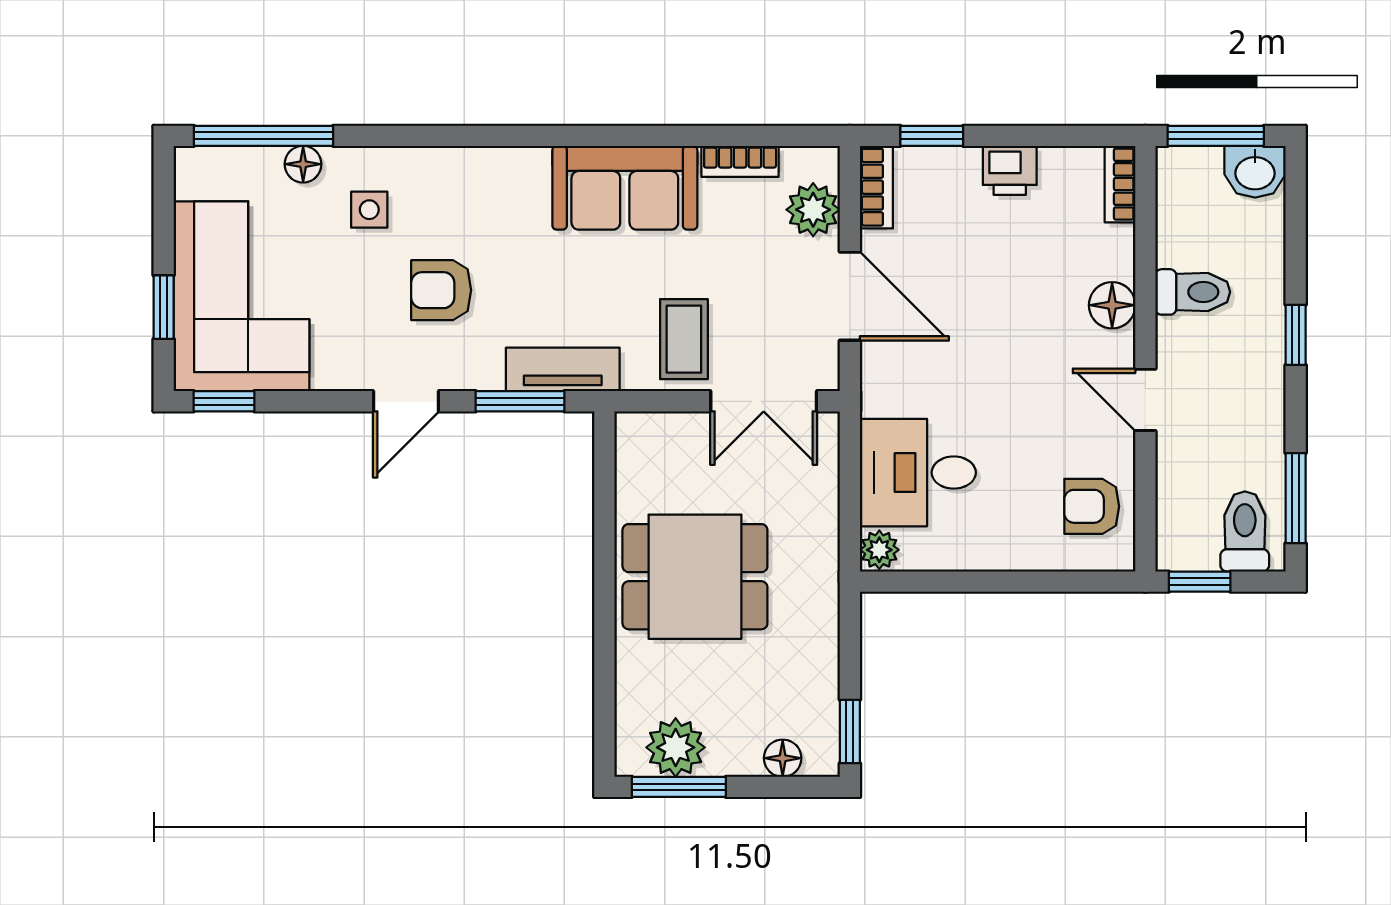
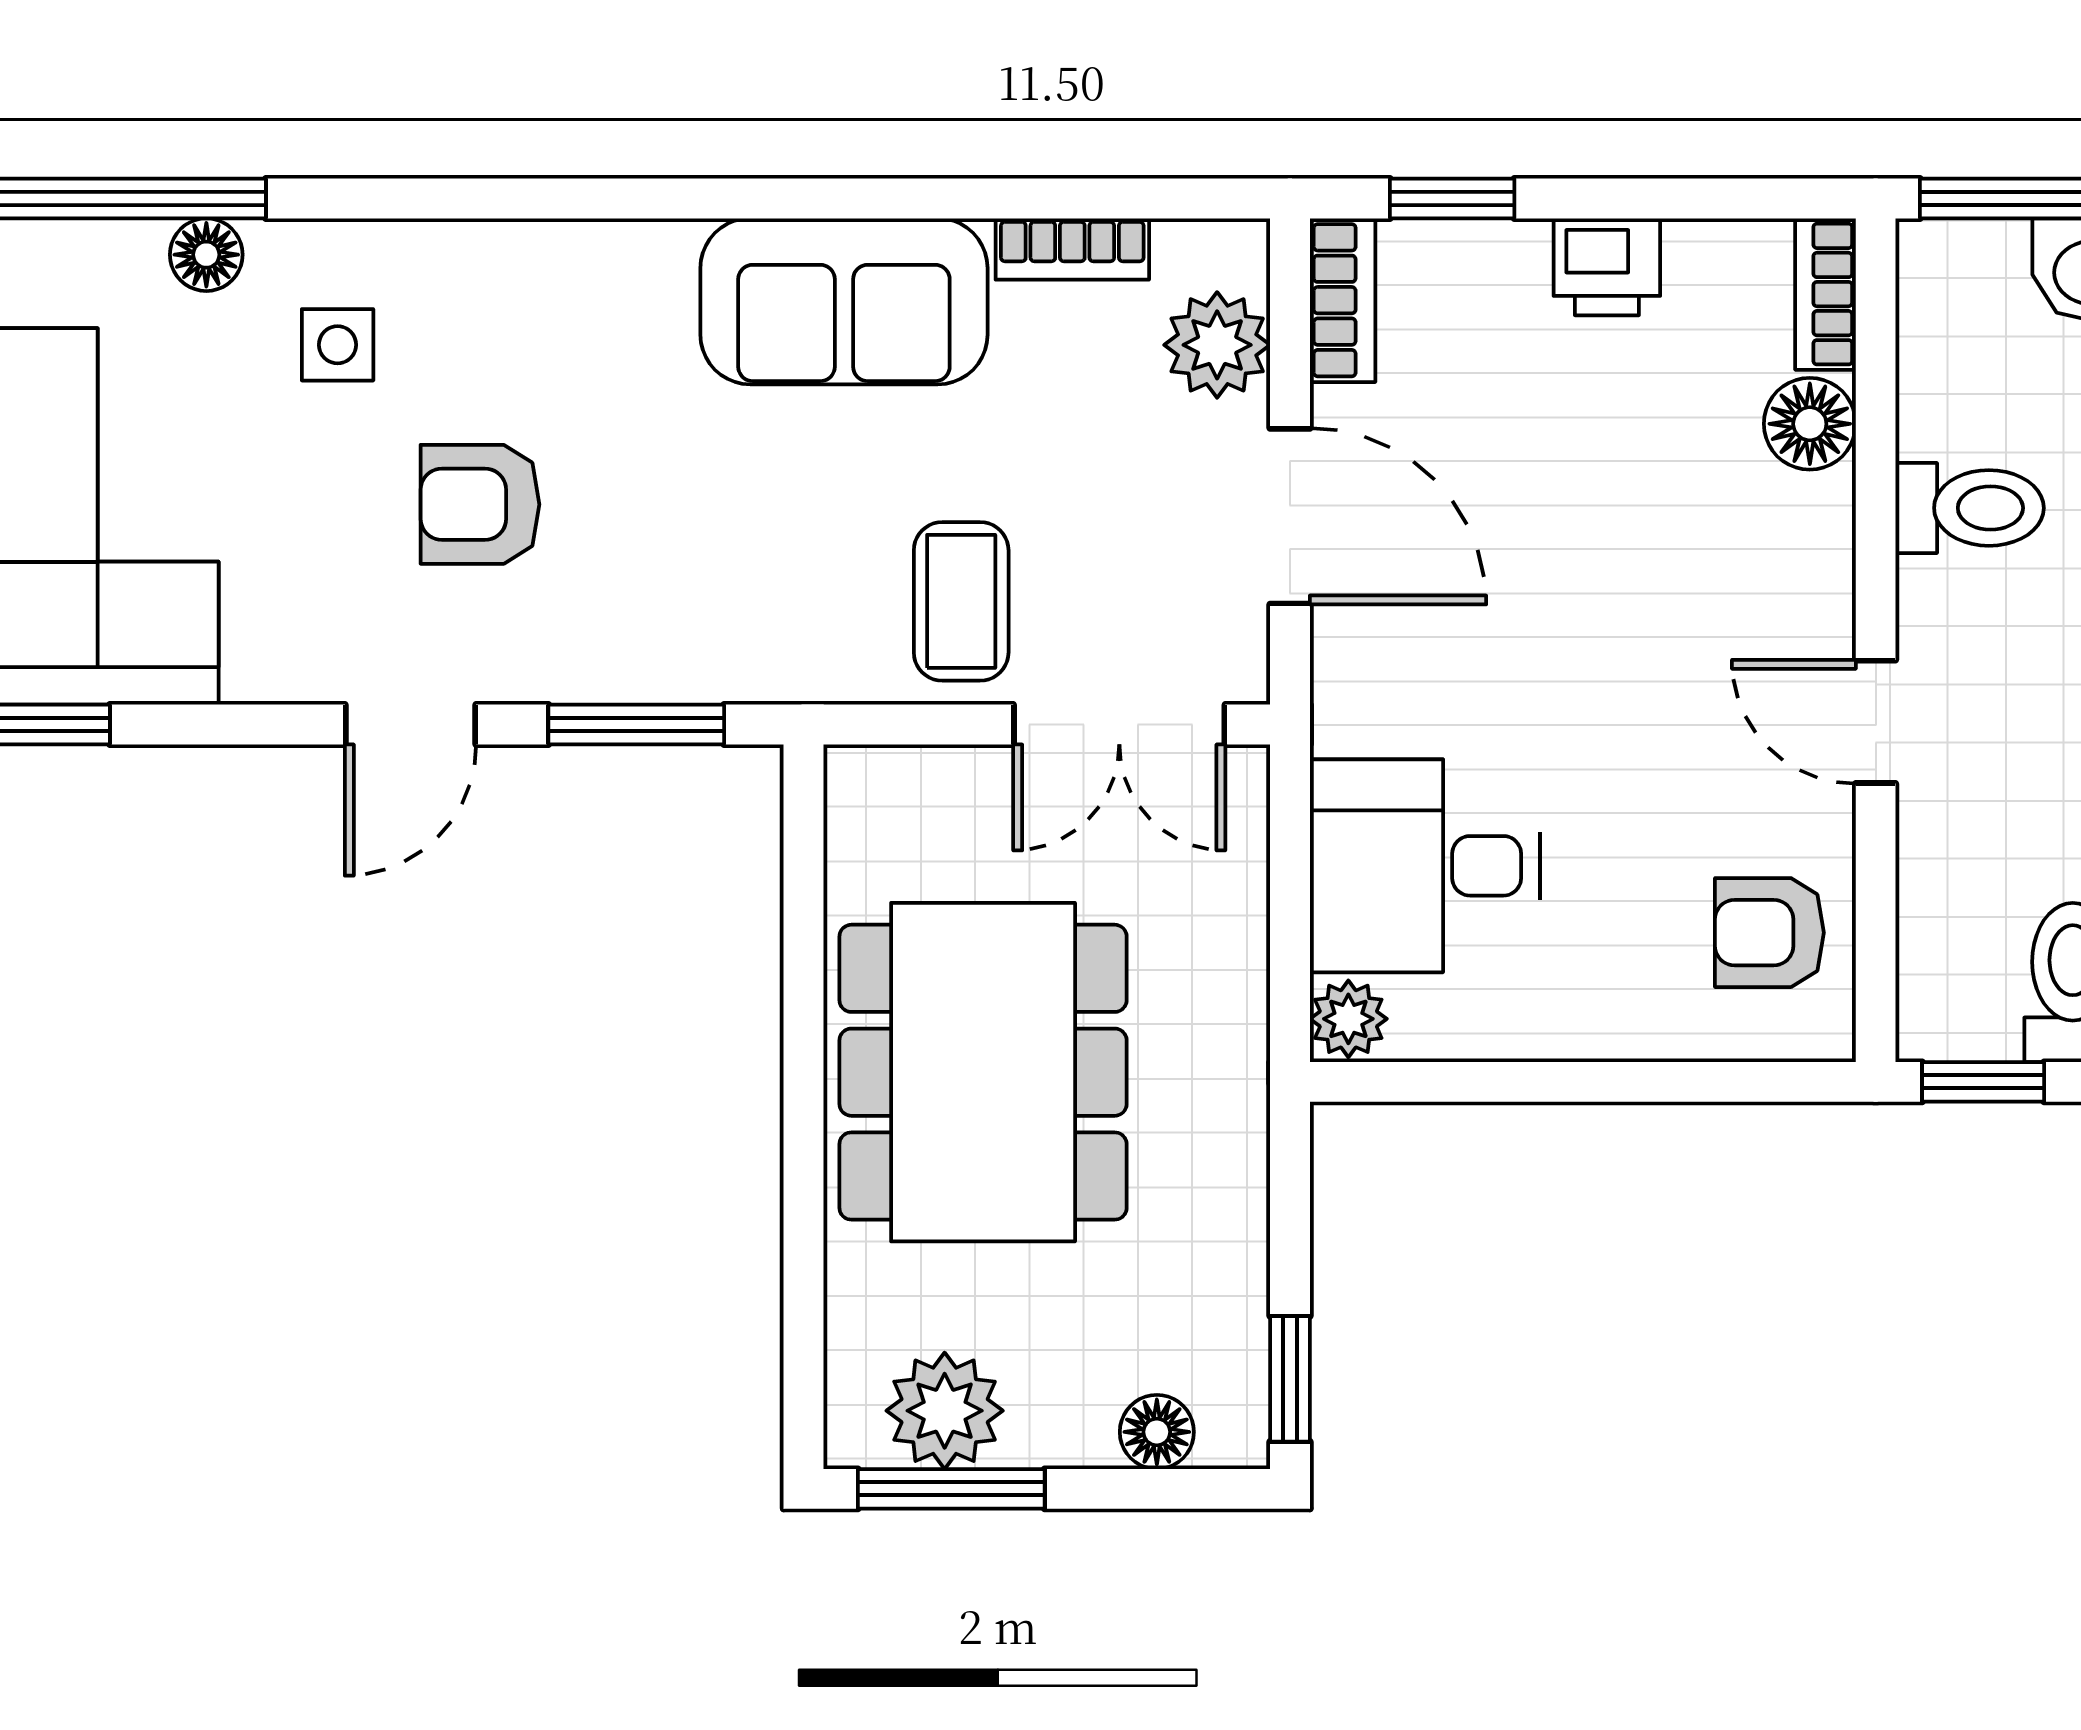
floor lamp: (1112, 305) -> (1810, 424), moved
tv unit: (563, 369) -> (721, 662), removed
dining table: (695, 577) -> (983, 1072), width x1.38

